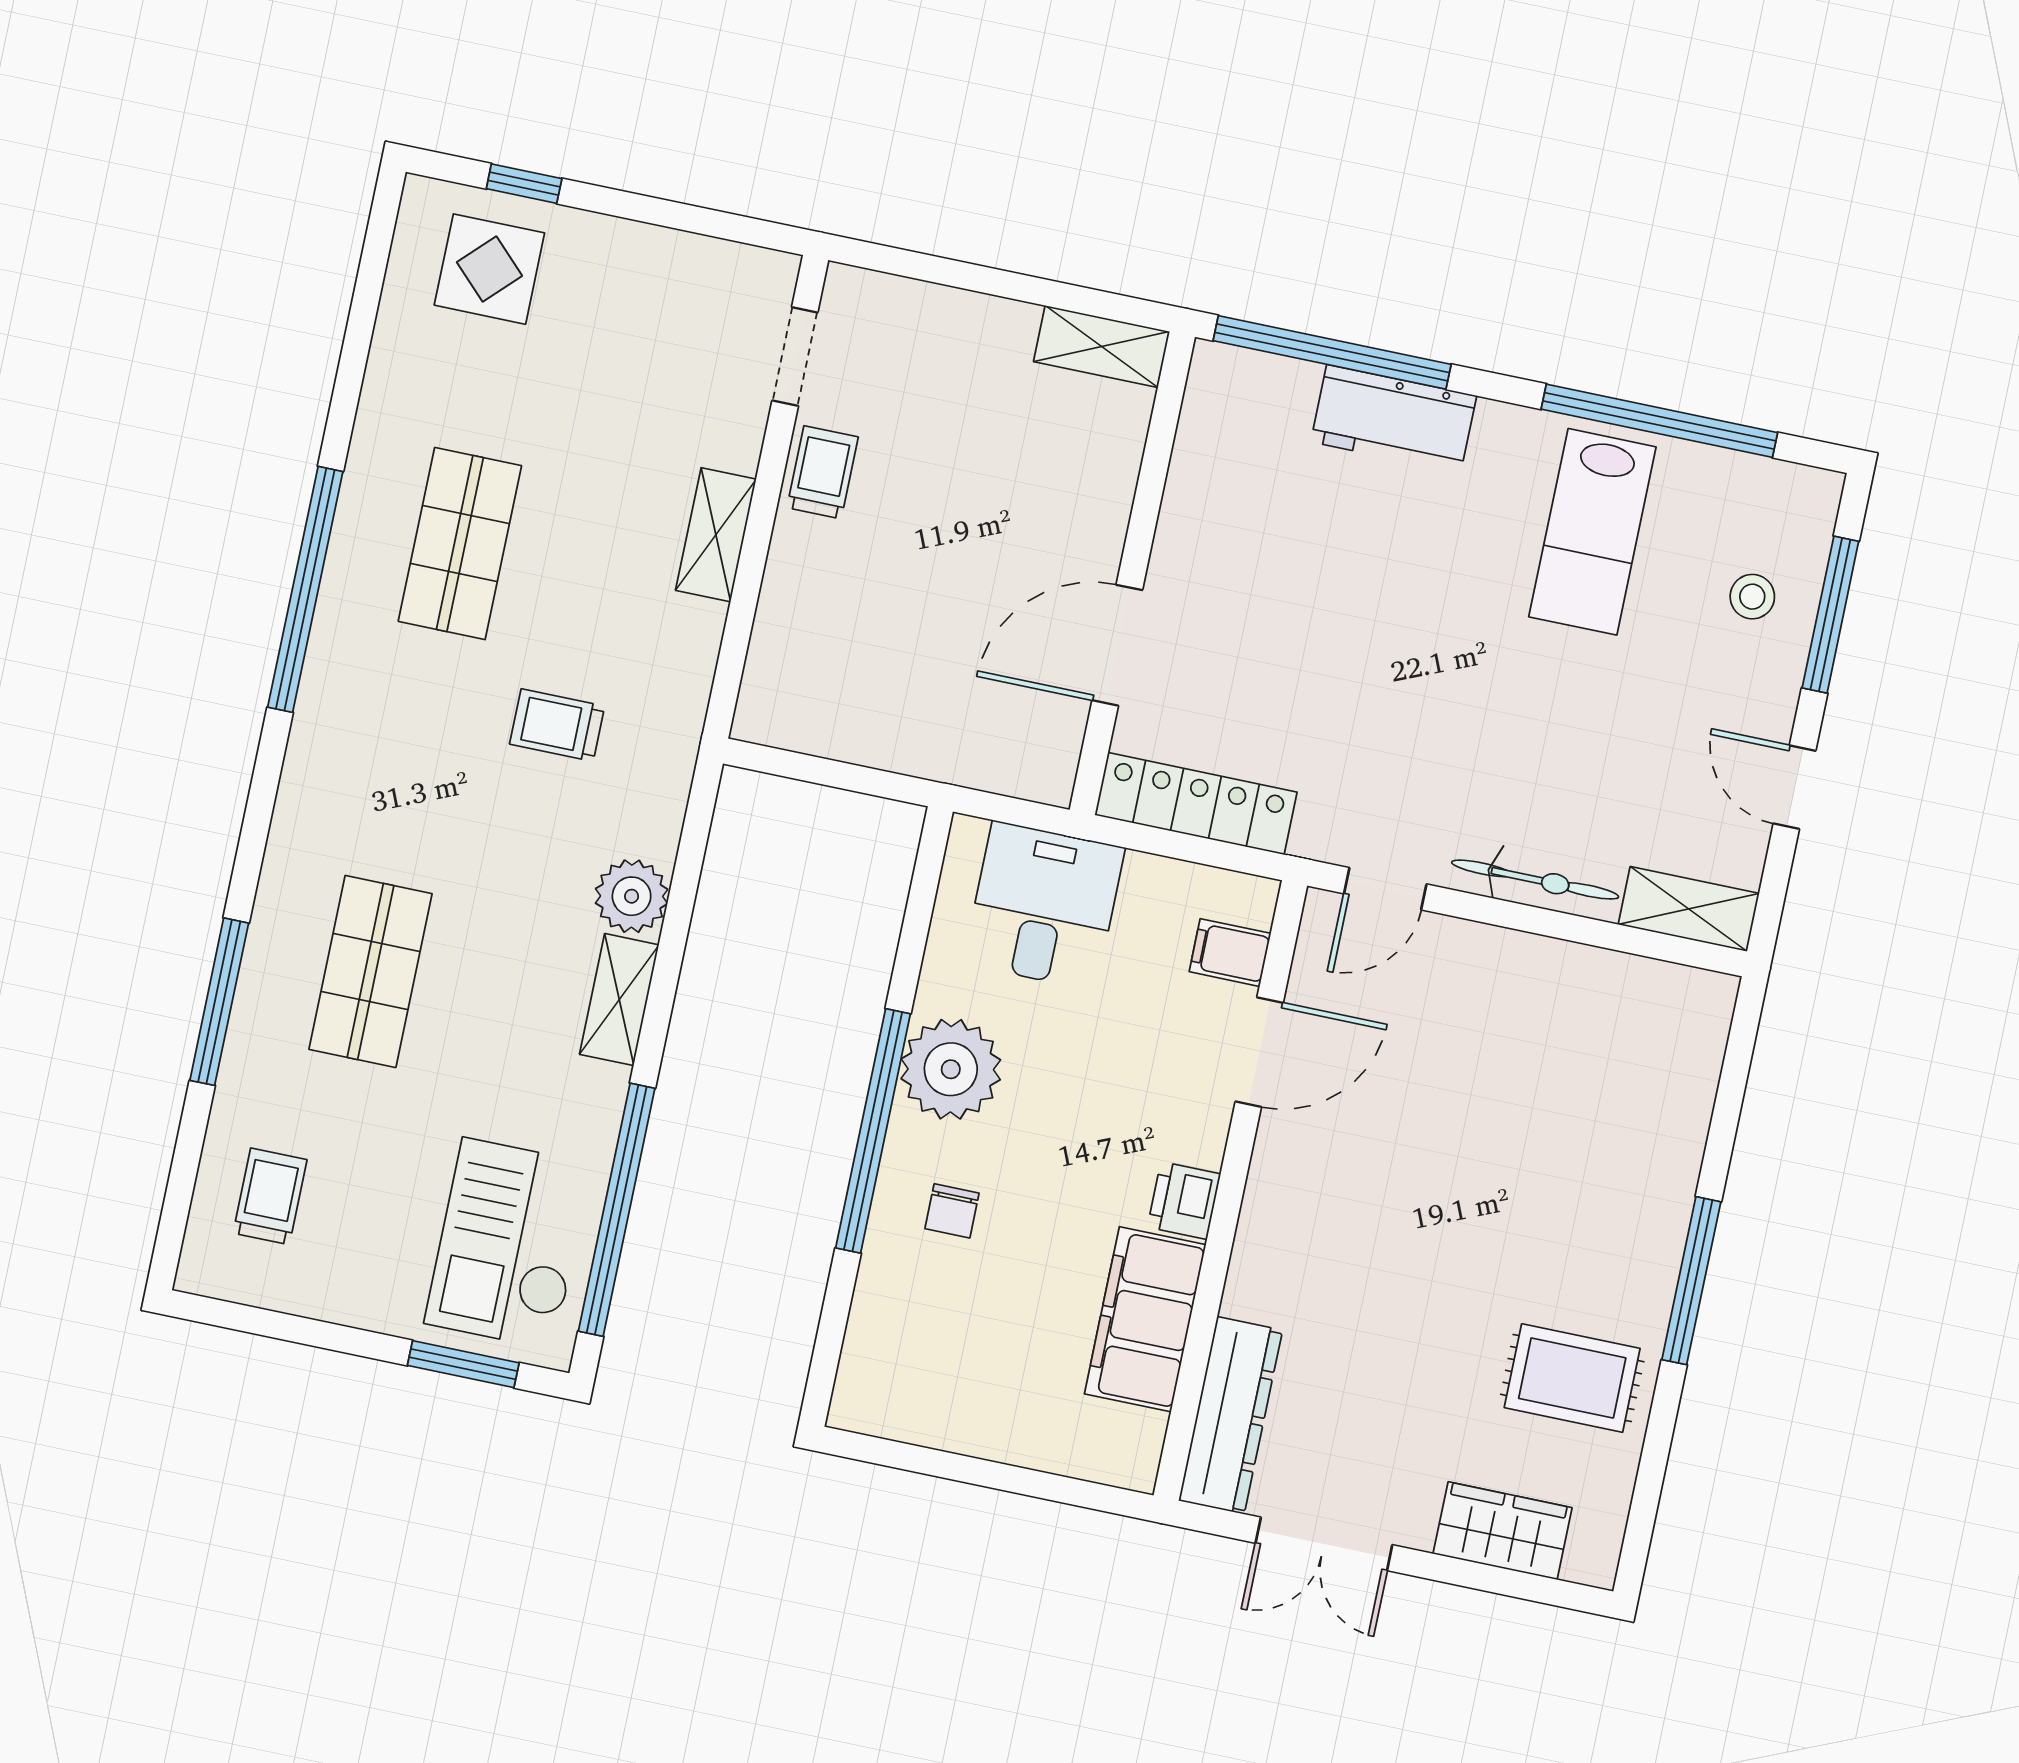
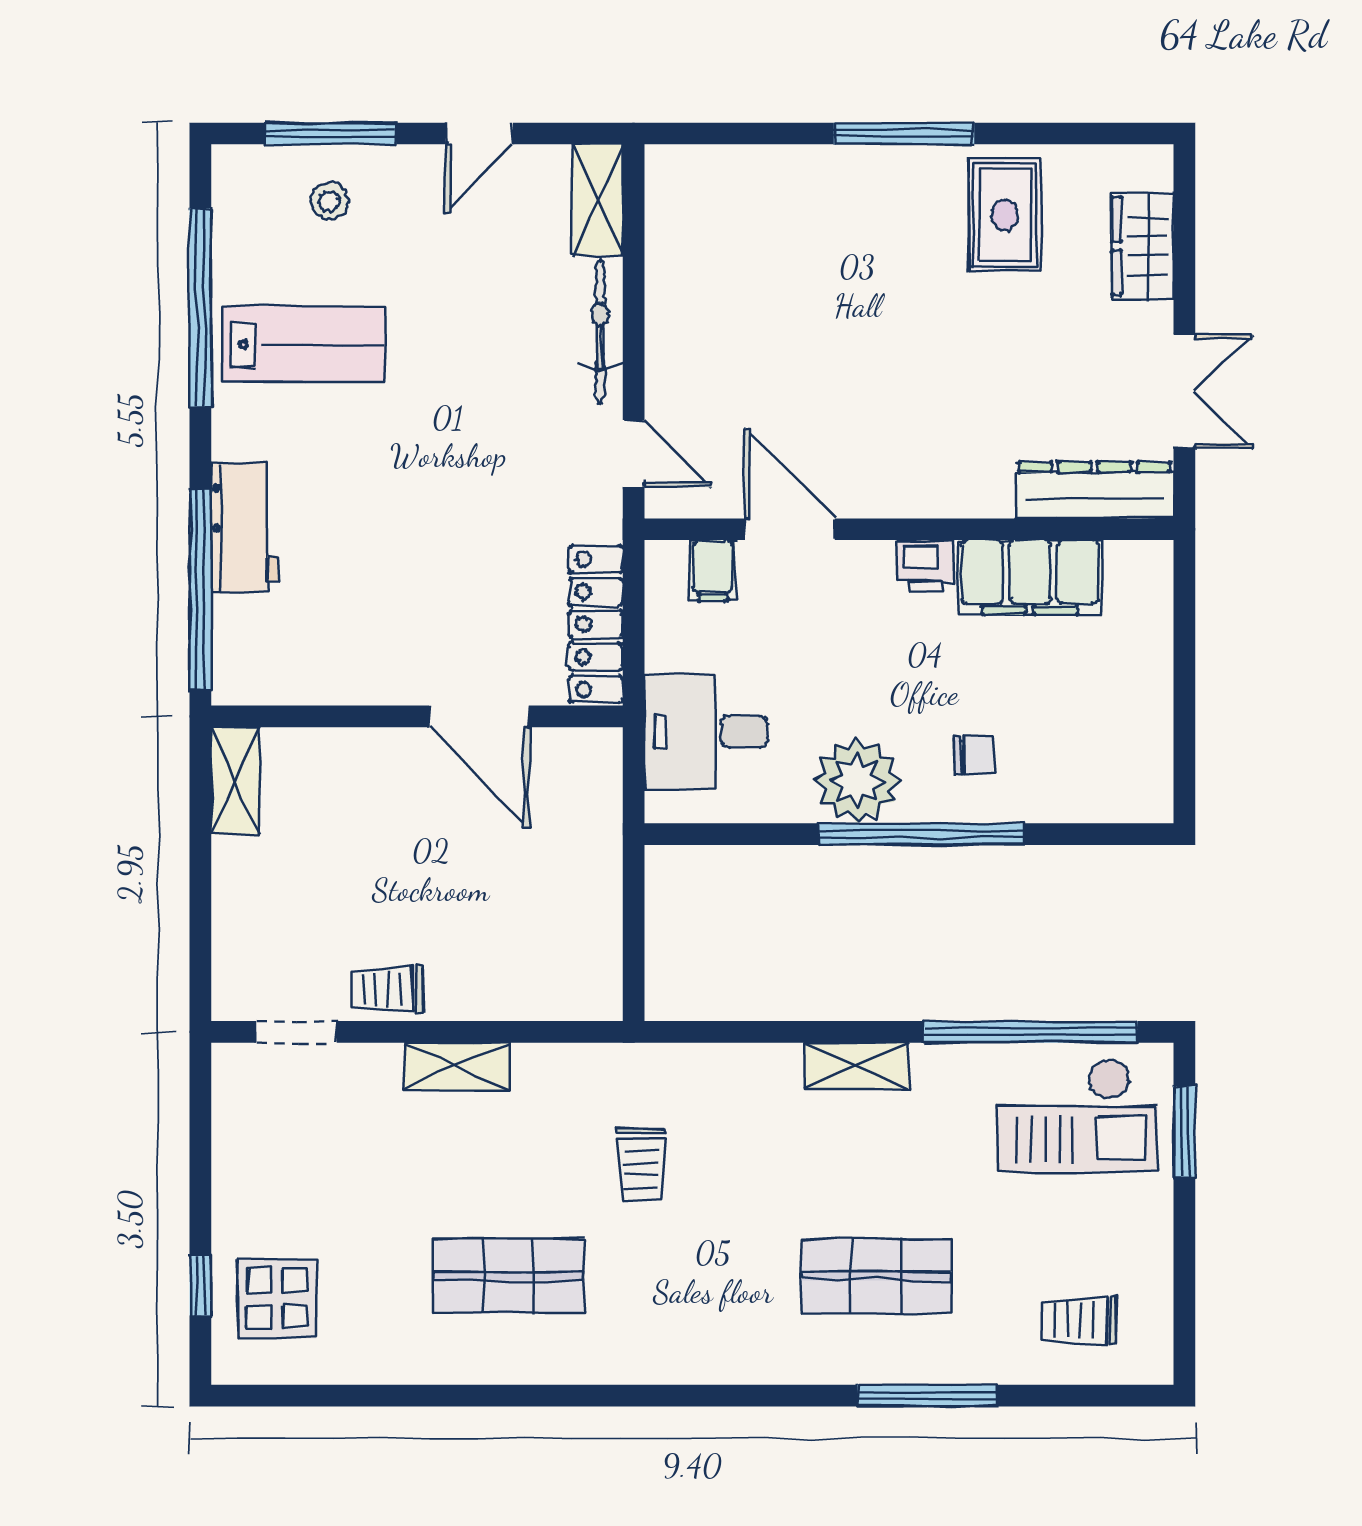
window: (305, 589) -> (573, 1396), removed
plant: (632, 896) -> (769, 1074), removed

